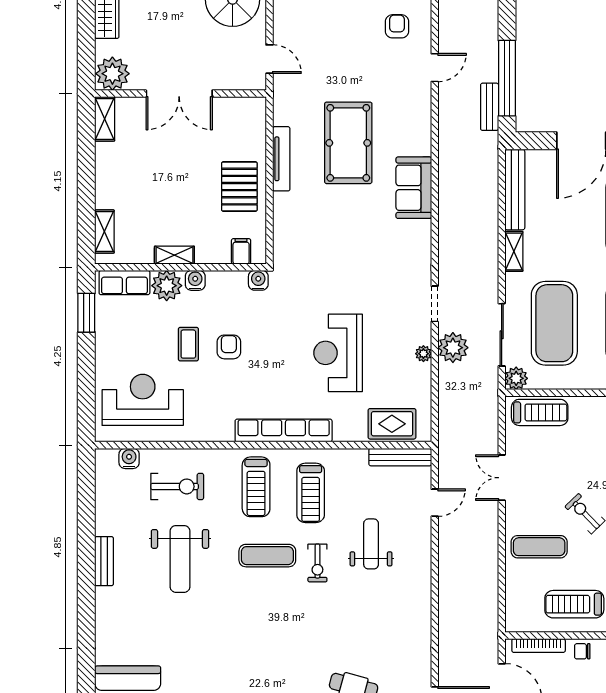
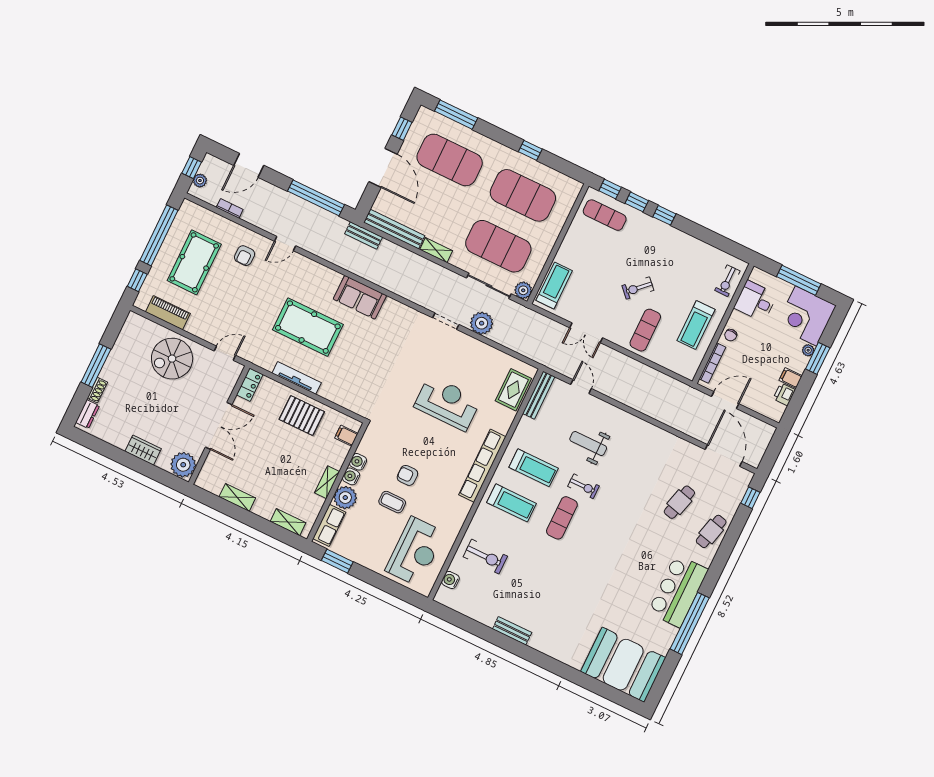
armchair: (397, 26) -> (245, 256), turned -90
door: (435, 68) -> (285, 244), swing flipped
locker: (246, 107) -> (250, 385), added
bench: (490, 107) -> (364, 235), moved
shelving: (105, 119) -> (237, 497), moved
water cooler: (258, 280) -> (358, 462), moved
reception desk: (338, 353) -> (447, 403), turned 180
plant: (423, 354) -> (476, 345), removed
reception desk: (143, 400) -> (415, 551), turned 180
exercise bike: (177, 486) -> (485, 556), turned 90
weight bench: (180, 559) -> (536, 578), removed

